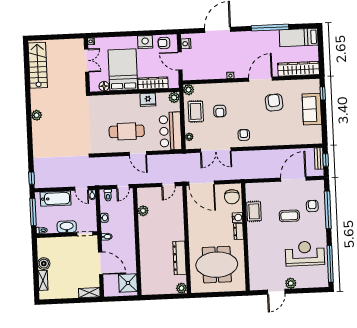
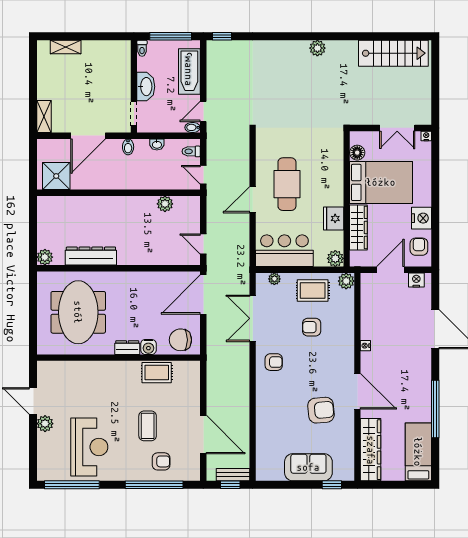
boiler: (44, 264) -> (91, 49), removed

